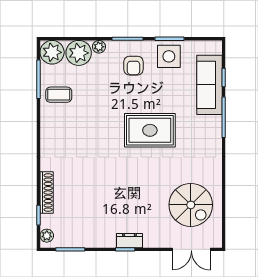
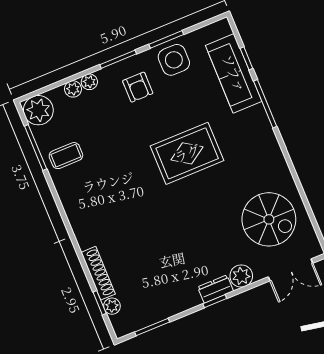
plant: (79, 53) -> (73, 89), width x0.53, depth x0.53
plant: (47, 236) -> (112, 306), moved
plant: (153, 239) -> (241, 276), added

